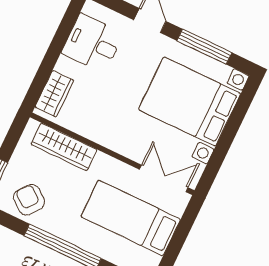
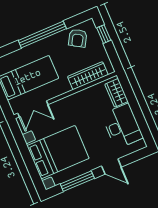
desk: (93, 43) -> (122, 126), width x1.37
armchair: (29, 200) -> (78, 38), turned 83

